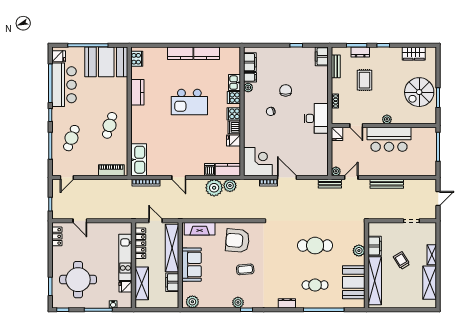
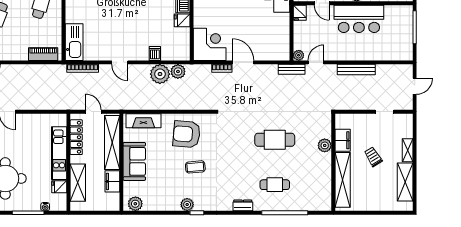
kitchen counter: (228, 170) -> (176, 53), removed
booth: (354, 282) -> (319, 182), removed

